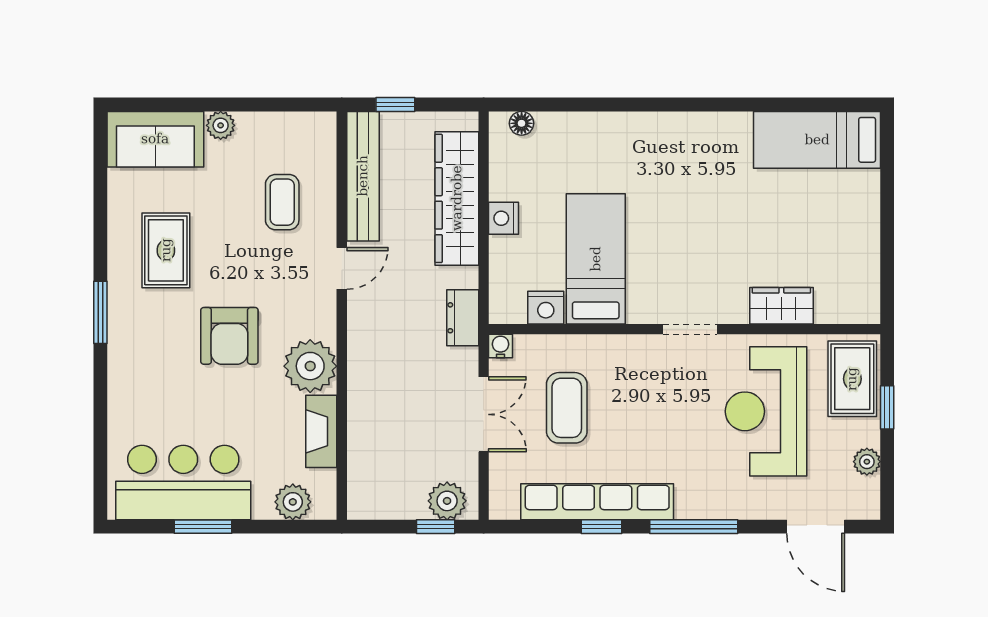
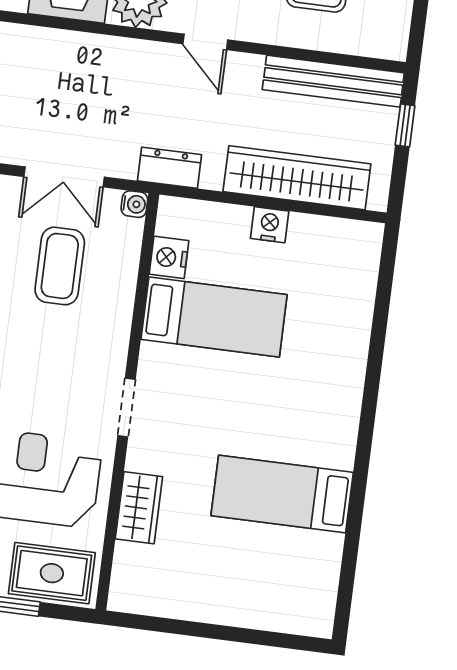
floor lamp: (522, 123) -> (368, 257), removed
bed: (817, 140) -> (282, 494), moved, turned -90
door: (342, 268) -> (205, 42), moved
coffee table: (567, 408) -> (60, 266), turned 90

